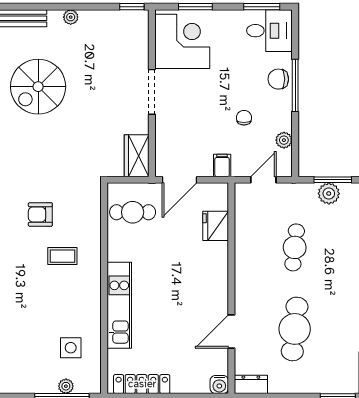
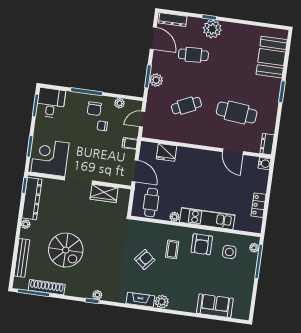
dresser: (113, 21) -> (32, 199), added
chair: (278, 79) -> (94, 109), moved
wardrobe: (137, 156) -> (104, 193), moved
door: (263, 180) -> (142, 119), hinge flipped
armchair: (40, 214) -> (145, 259), turned -140
cafe table: (295, 247) -> (186, 106), turned -30
plant: (115, 253) -> (174, 217), added
armchair: (77, 302) -> (202, 244), added
locker: (142, 384) -> (259, 205), width x0.66
plant: (66, 386) -> (254, 248), moved

